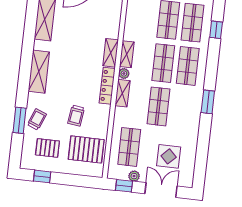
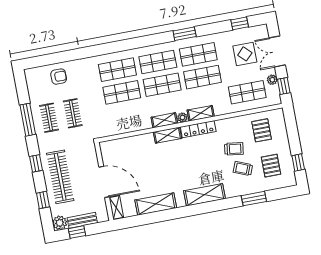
window: (216, 30) -> (240, 23), moved
shop shelf: (183, 109) -> (198, 54), added
trolley: (37, 119) -> (243, 169), moved
pallet: (86, 149) -> (262, 130), width x0.67, depth x0.71

